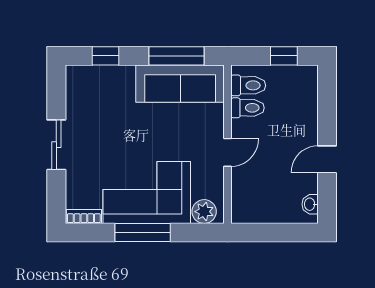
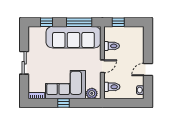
window: (284, 56) -> (118, 22), moved
sofa: (180, 84) -> (73, 37), width x1.36, depth x1.27
toilet: (248, 85) -> (112, 87), moved
window: (143, 233) -> (64, 103), width x0.46

